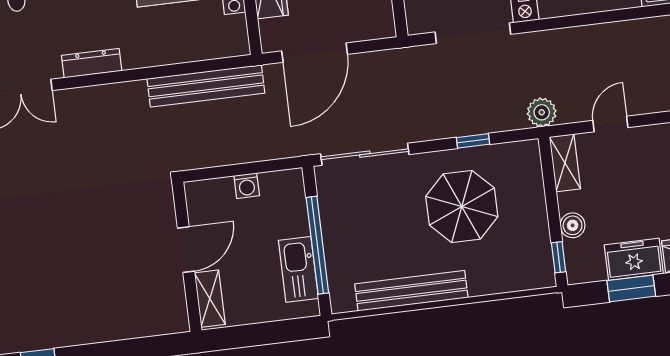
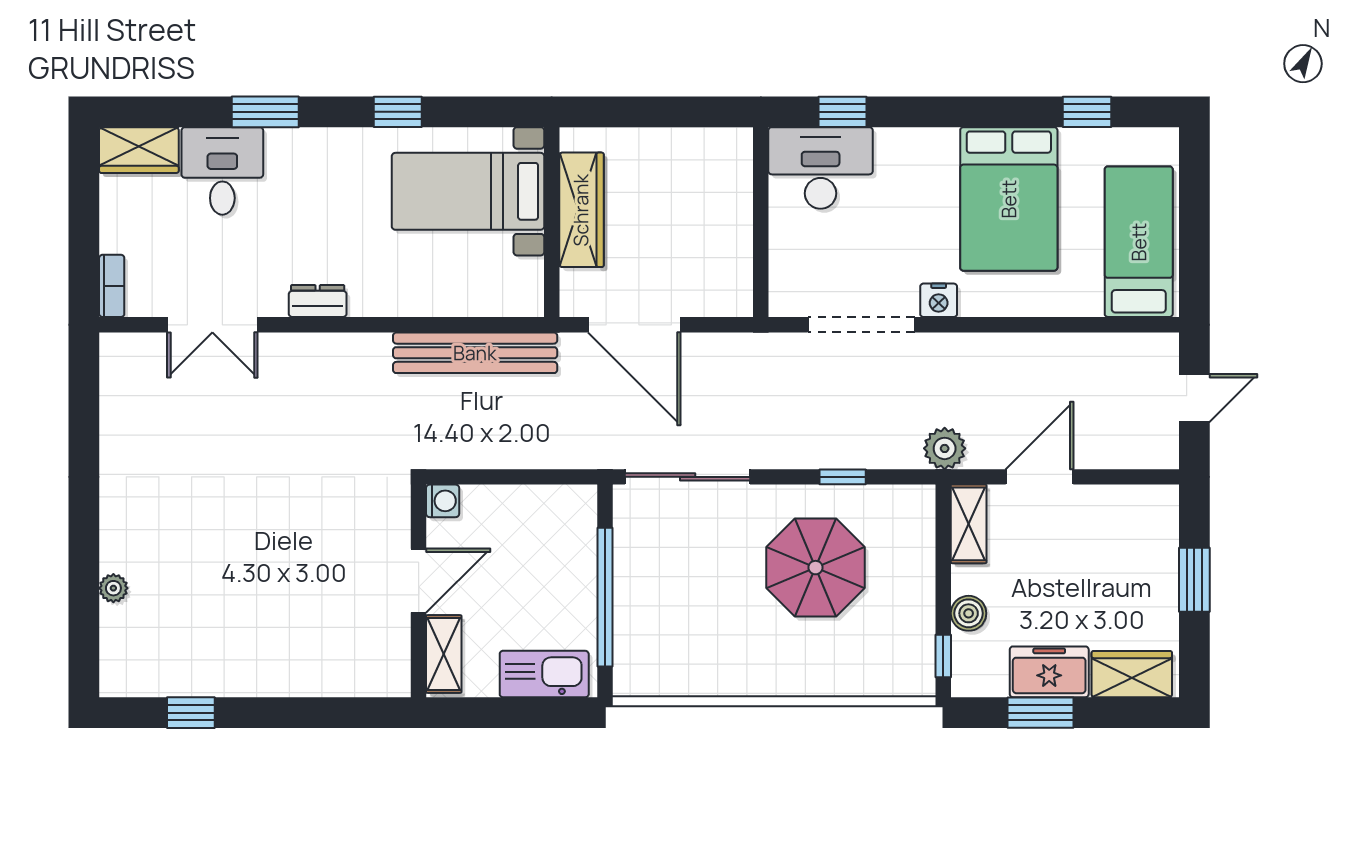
door: (315, 53) -> (634, 325), hinge flipped
dresser: (92, 63) -> (318, 301), width x0.70
door: (610, 124) -> (1040, 477), width x1.38
washing machine: (247, 186) -> (443, 501), moved, turned -90
kitchen sink: (298, 269) -> (544, 674), moved, turned 90
bench: (411, 291) -> (730, 678), removed

